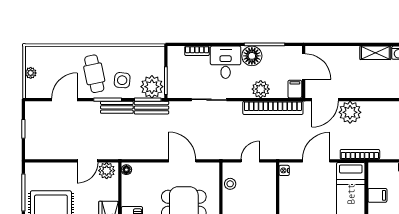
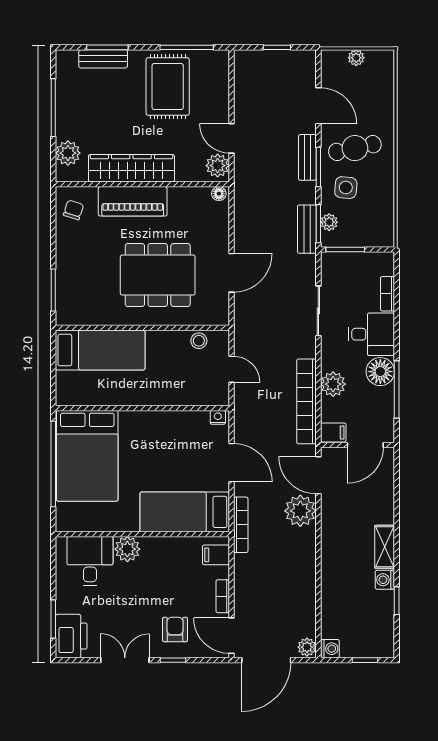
plant: (152, 87) -> (329, 222), width x0.53, depth x0.53
bench: (117, 107) -> (307, 157), moved
filing cabinet: (377, 195) -> (216, 555), moved, turned 90

